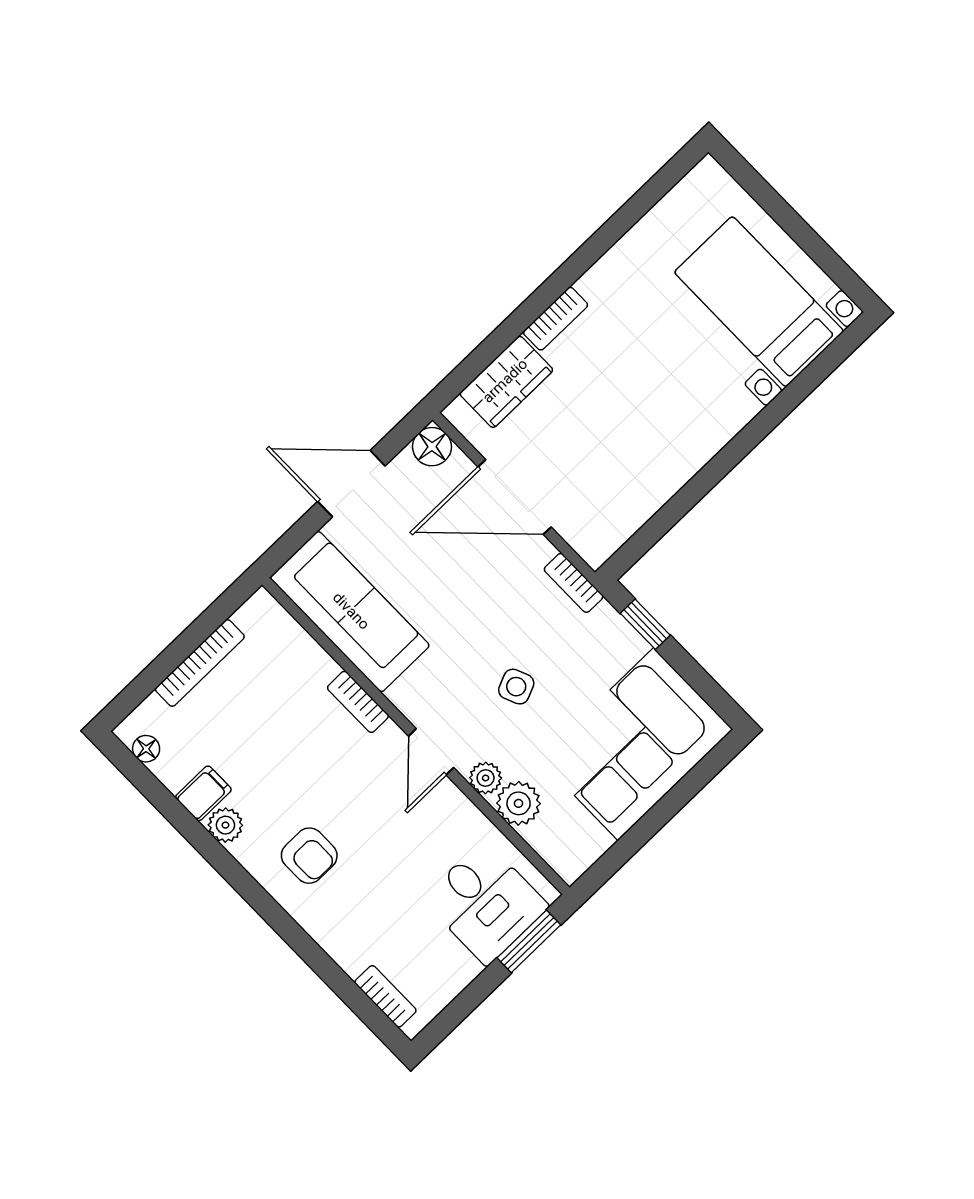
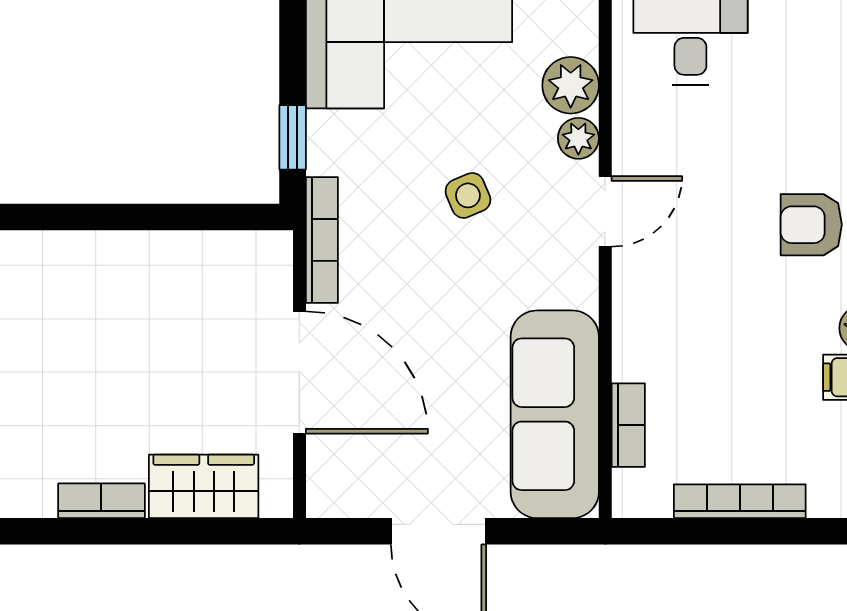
floor lamp: (432, 447) -> (331, 493), removed
bookcase: (574, 583) -> (322, 240), width x1.56
bookcase: (358, 702) -> (628, 425), moved
armchair: (309, 856) -> (811, 225), turned -90

